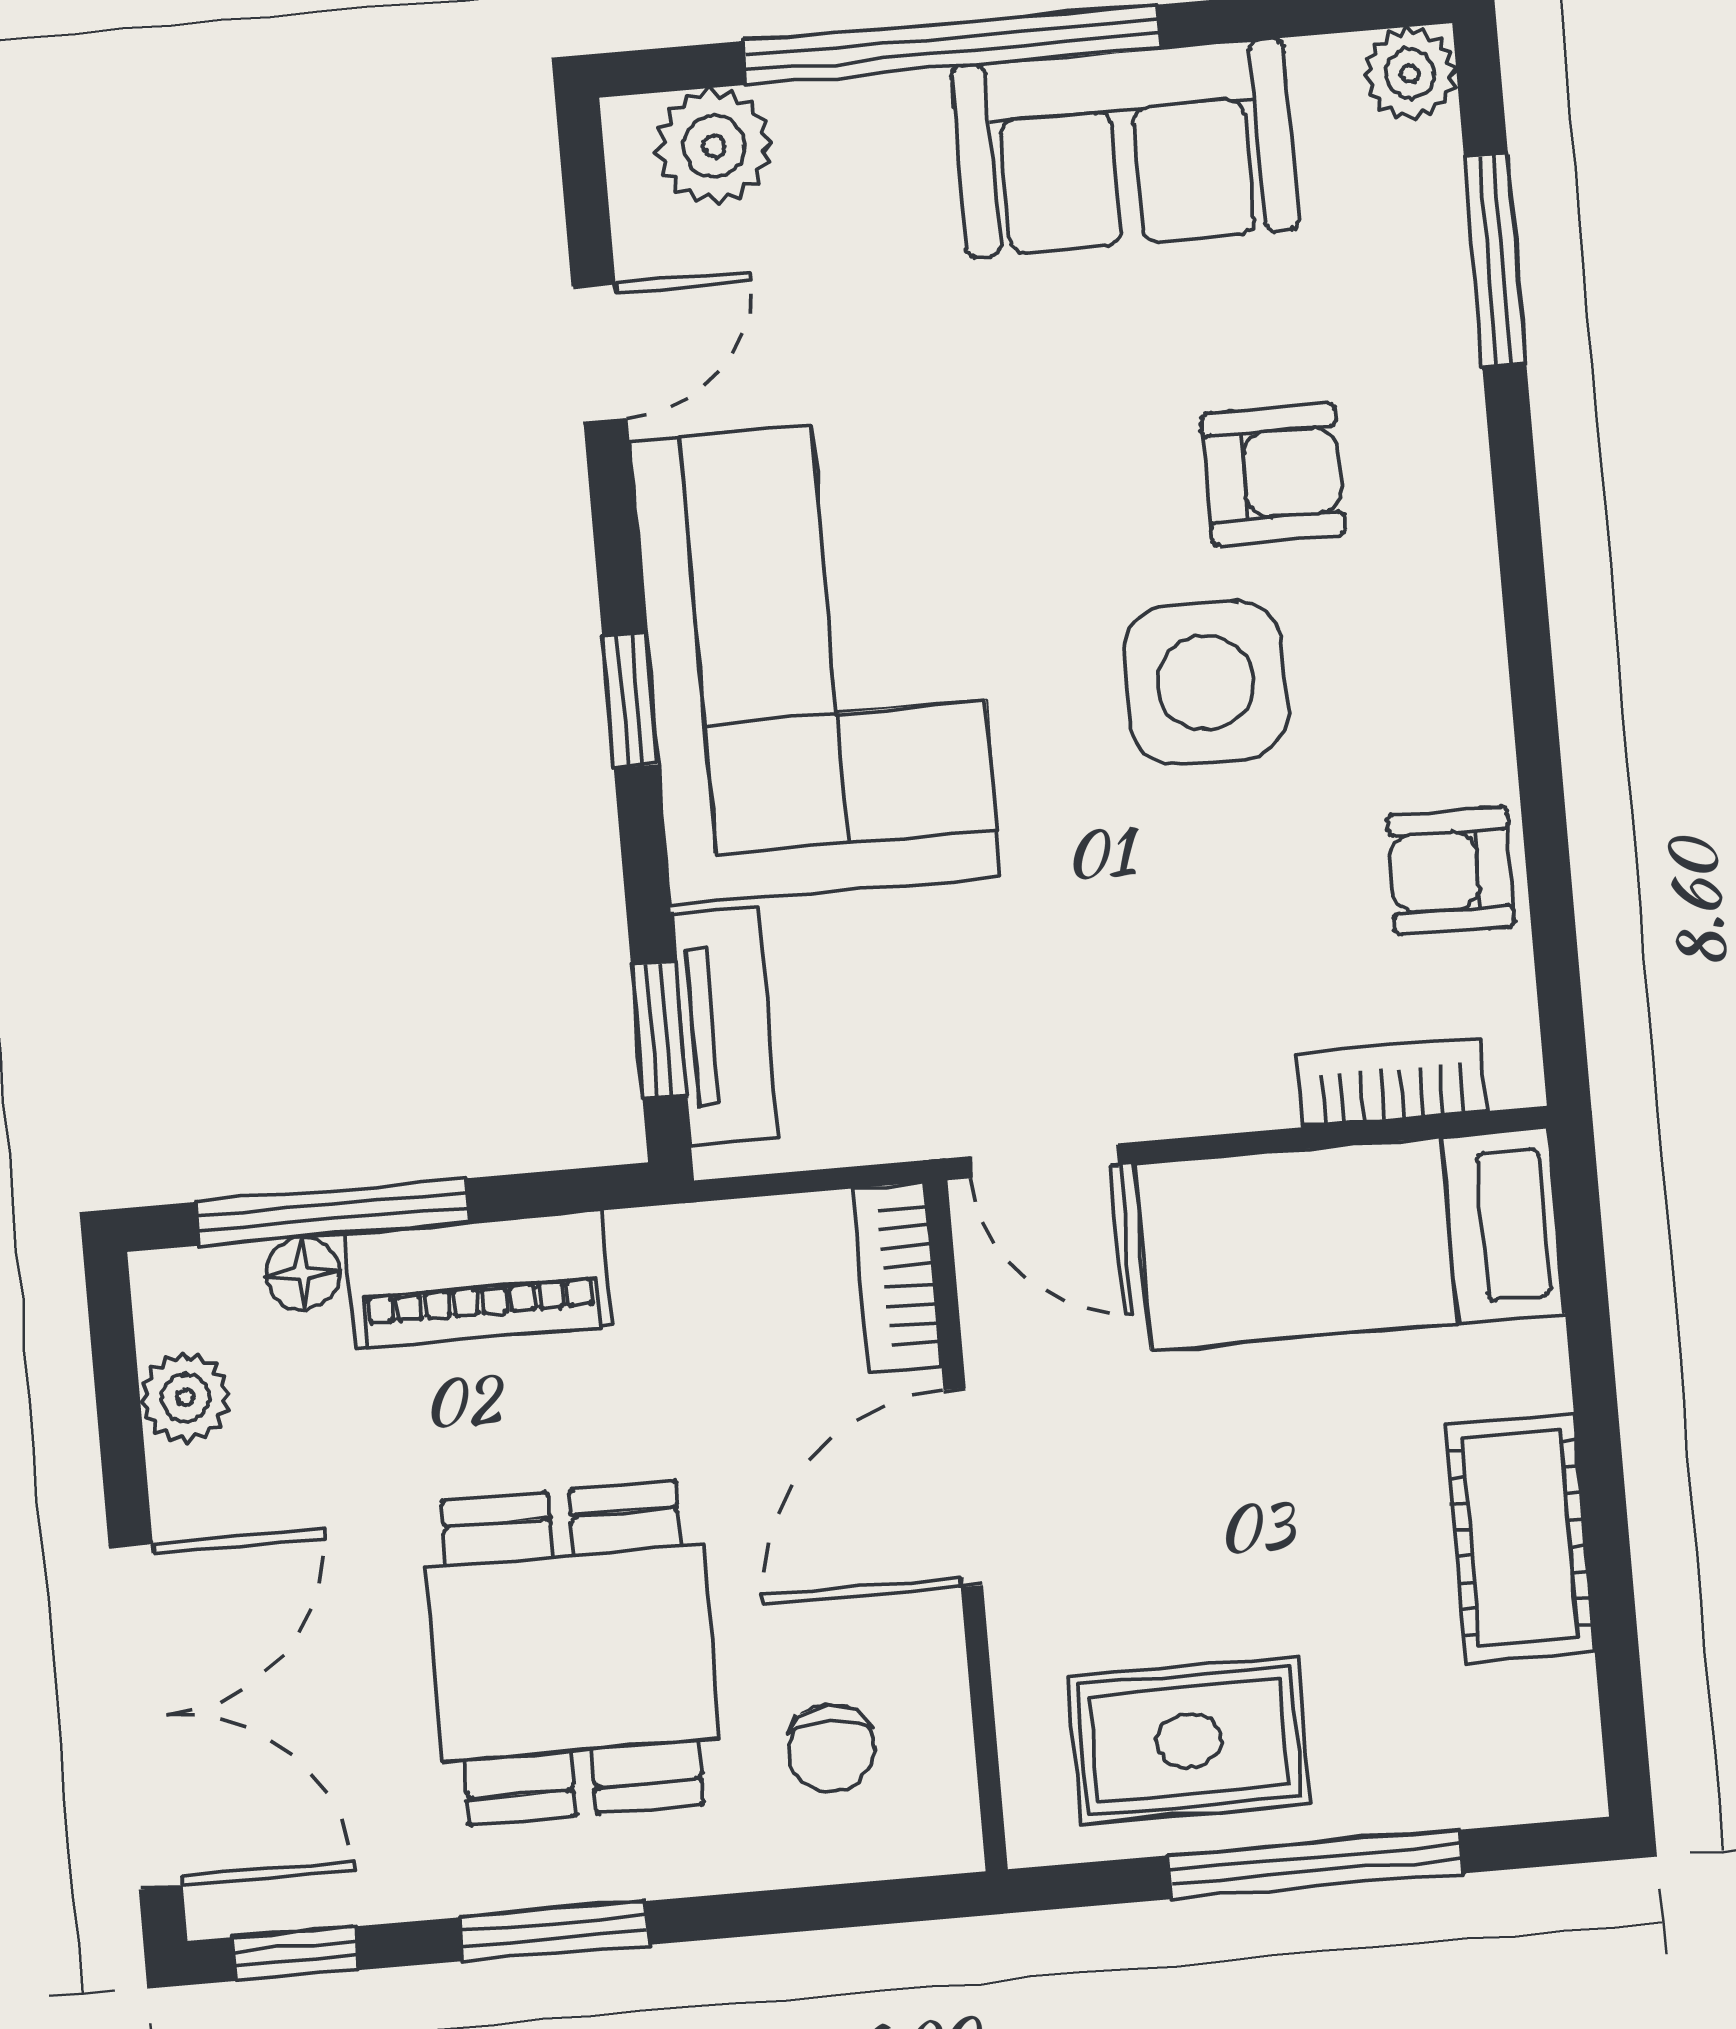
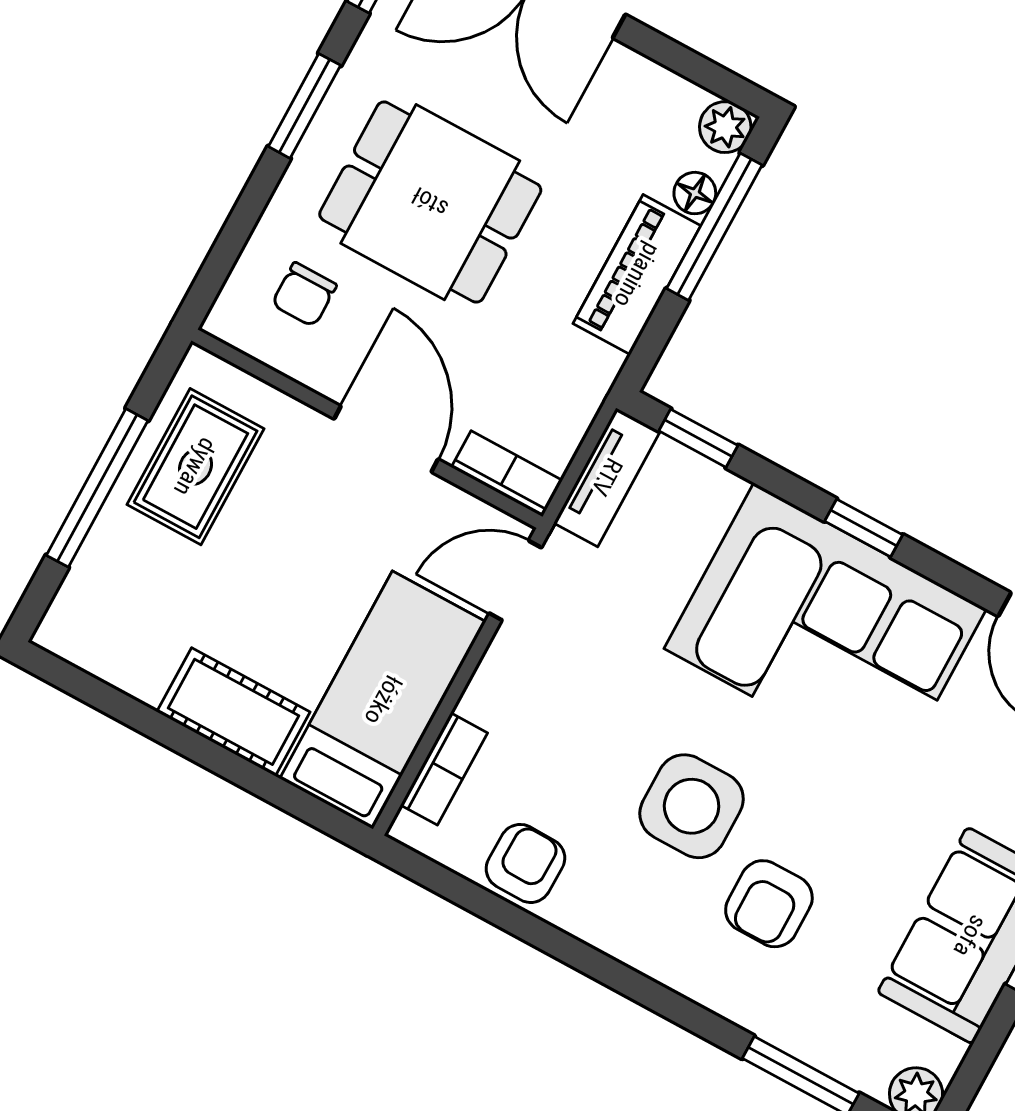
tv unit: (725, 1025) -> (607, 477), moved, turned -90
plant: (185, 1397) -> (725, 127), moved
cot: (1520, 1538) -> (233, 712), moved
chair: (831, 1748) -> (304, 295), turned -90

